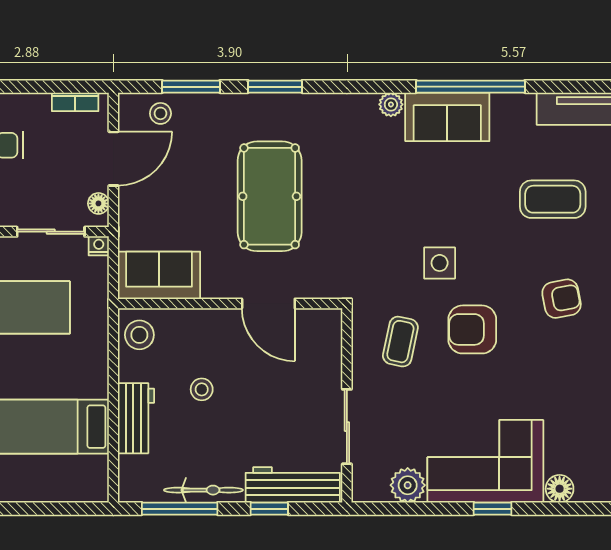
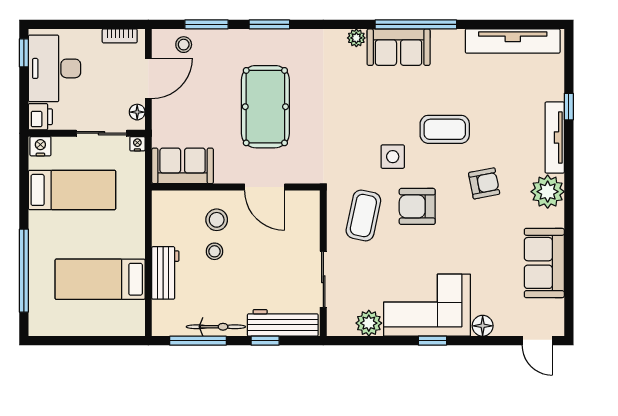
coffee table: (553, 199) -> (445, 129), moved
stool: (139, 335) -> (217, 220), moved
coffee table: (400, 342) -> (363, 215), width x1.36, depth x1.30

